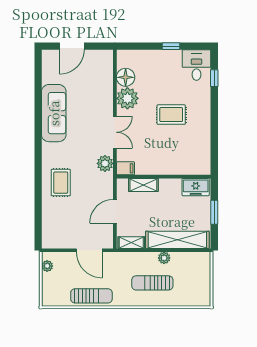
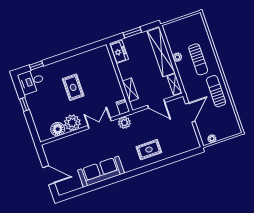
sun lounger: (91, 296) -> (216, 91), moved

